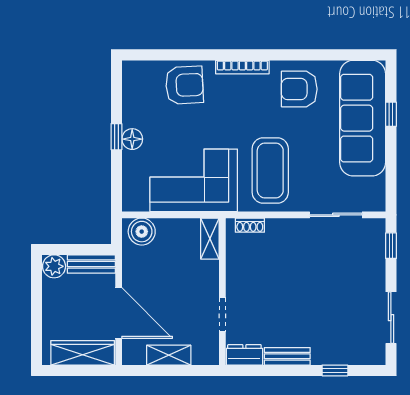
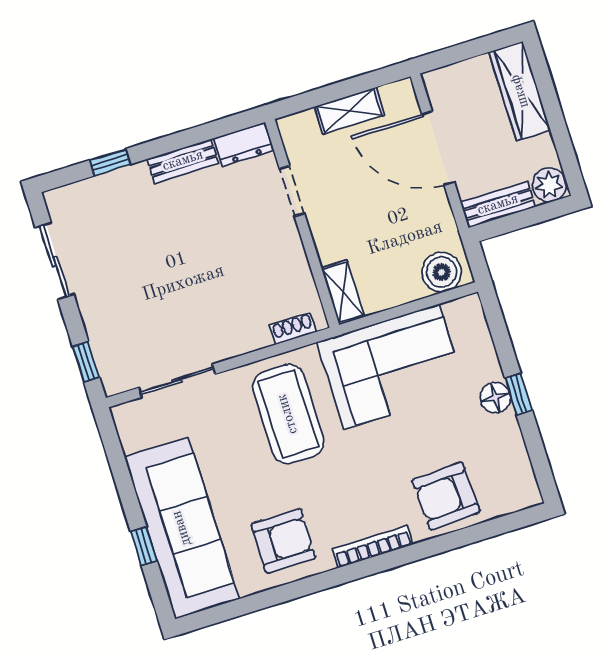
wardrobe: (83, 353) -> (520, 91), moved, turned 90

